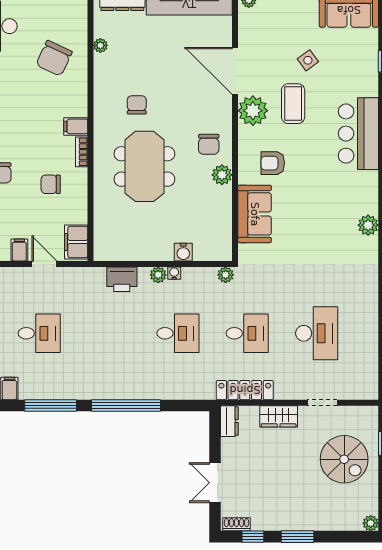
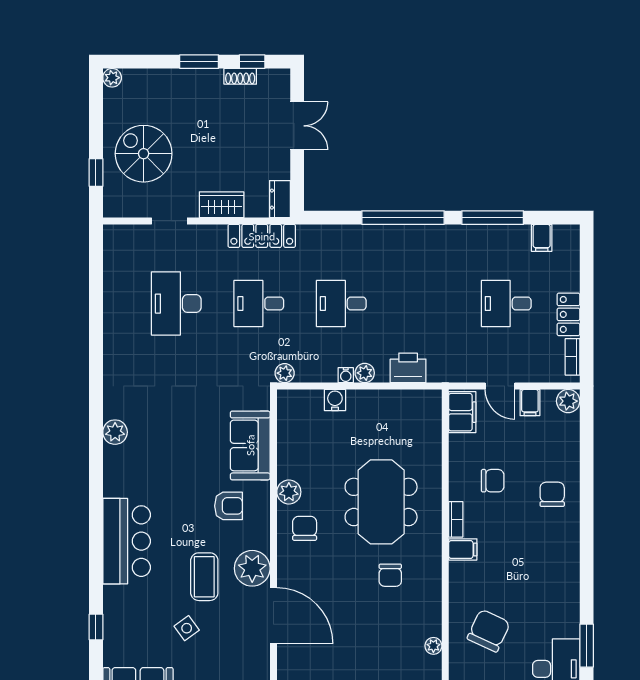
shoe rack: (236, 524) -> (240, 76), moved

